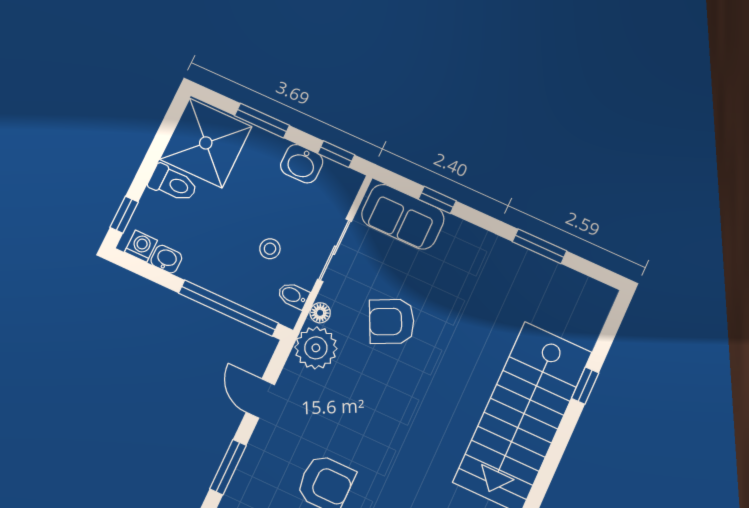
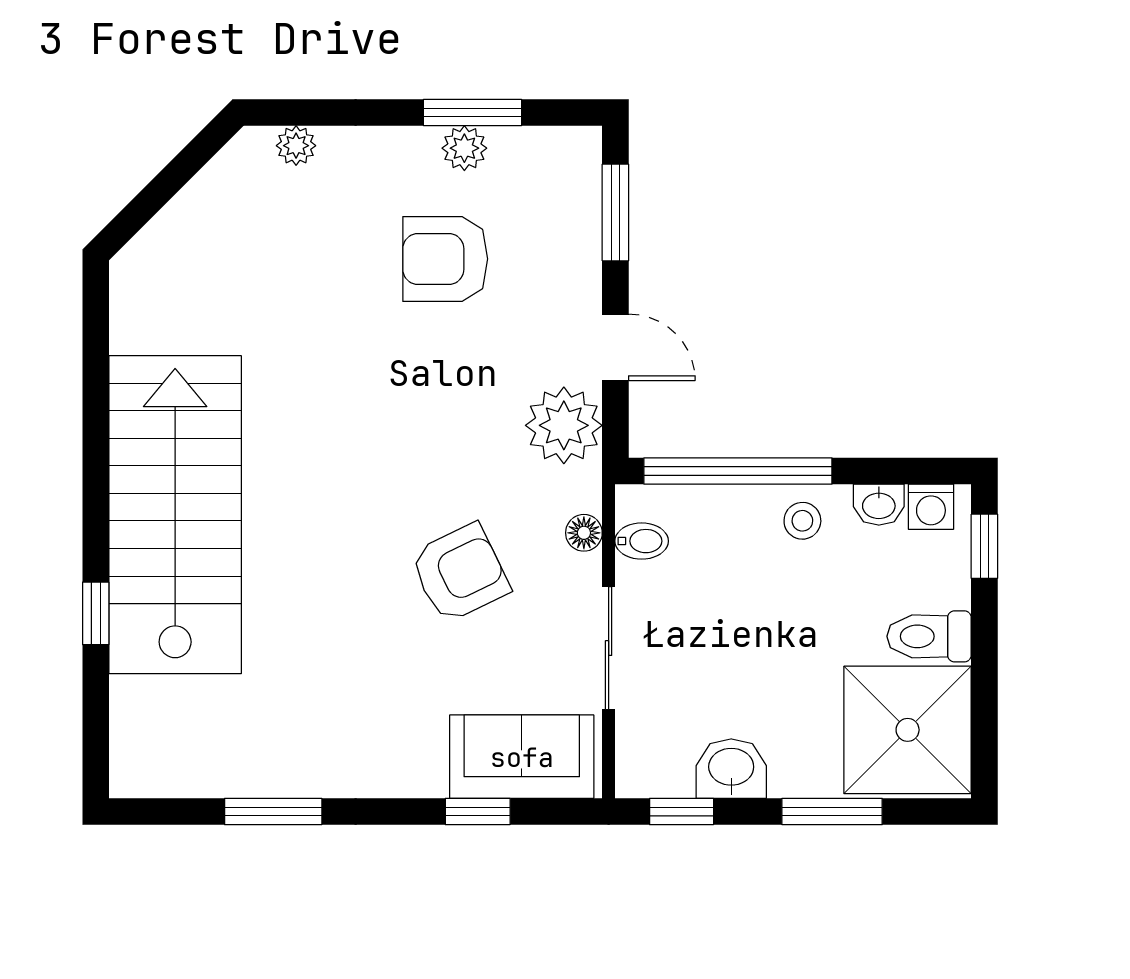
stool: (270, 249) -> (802, 521), moved
plant: (316, 348) -> (564, 425), moved

